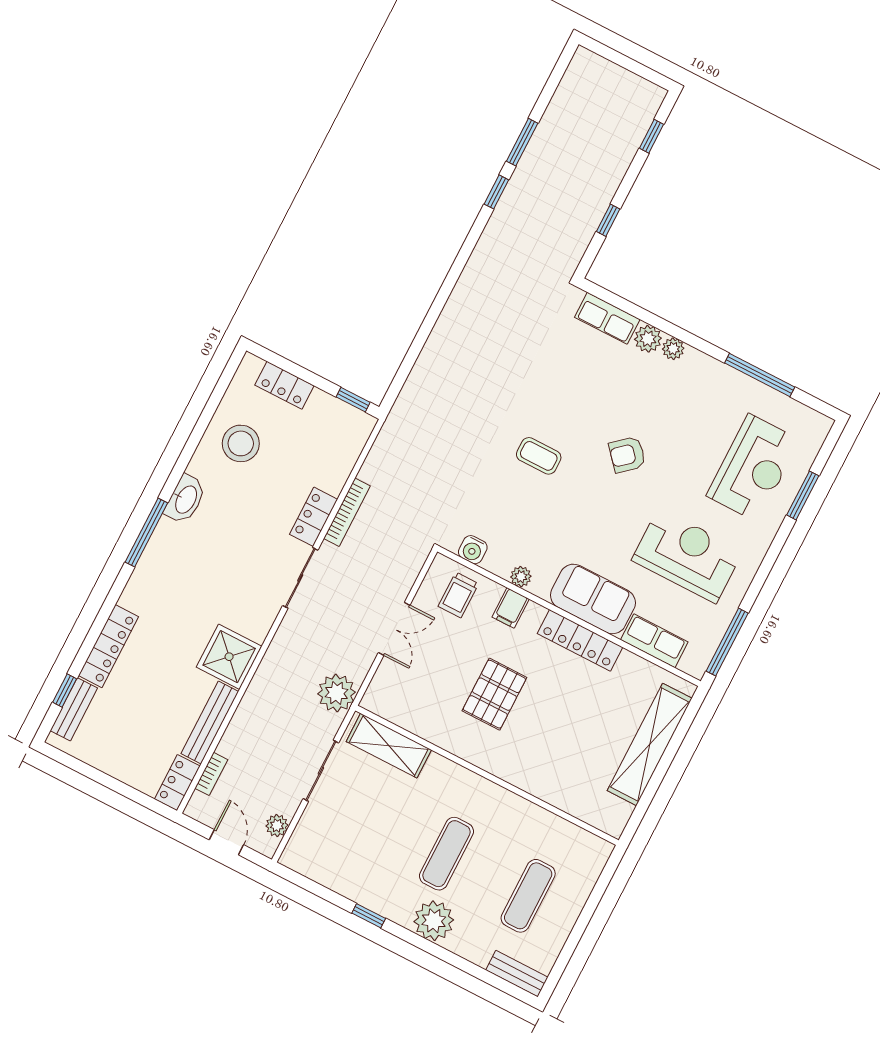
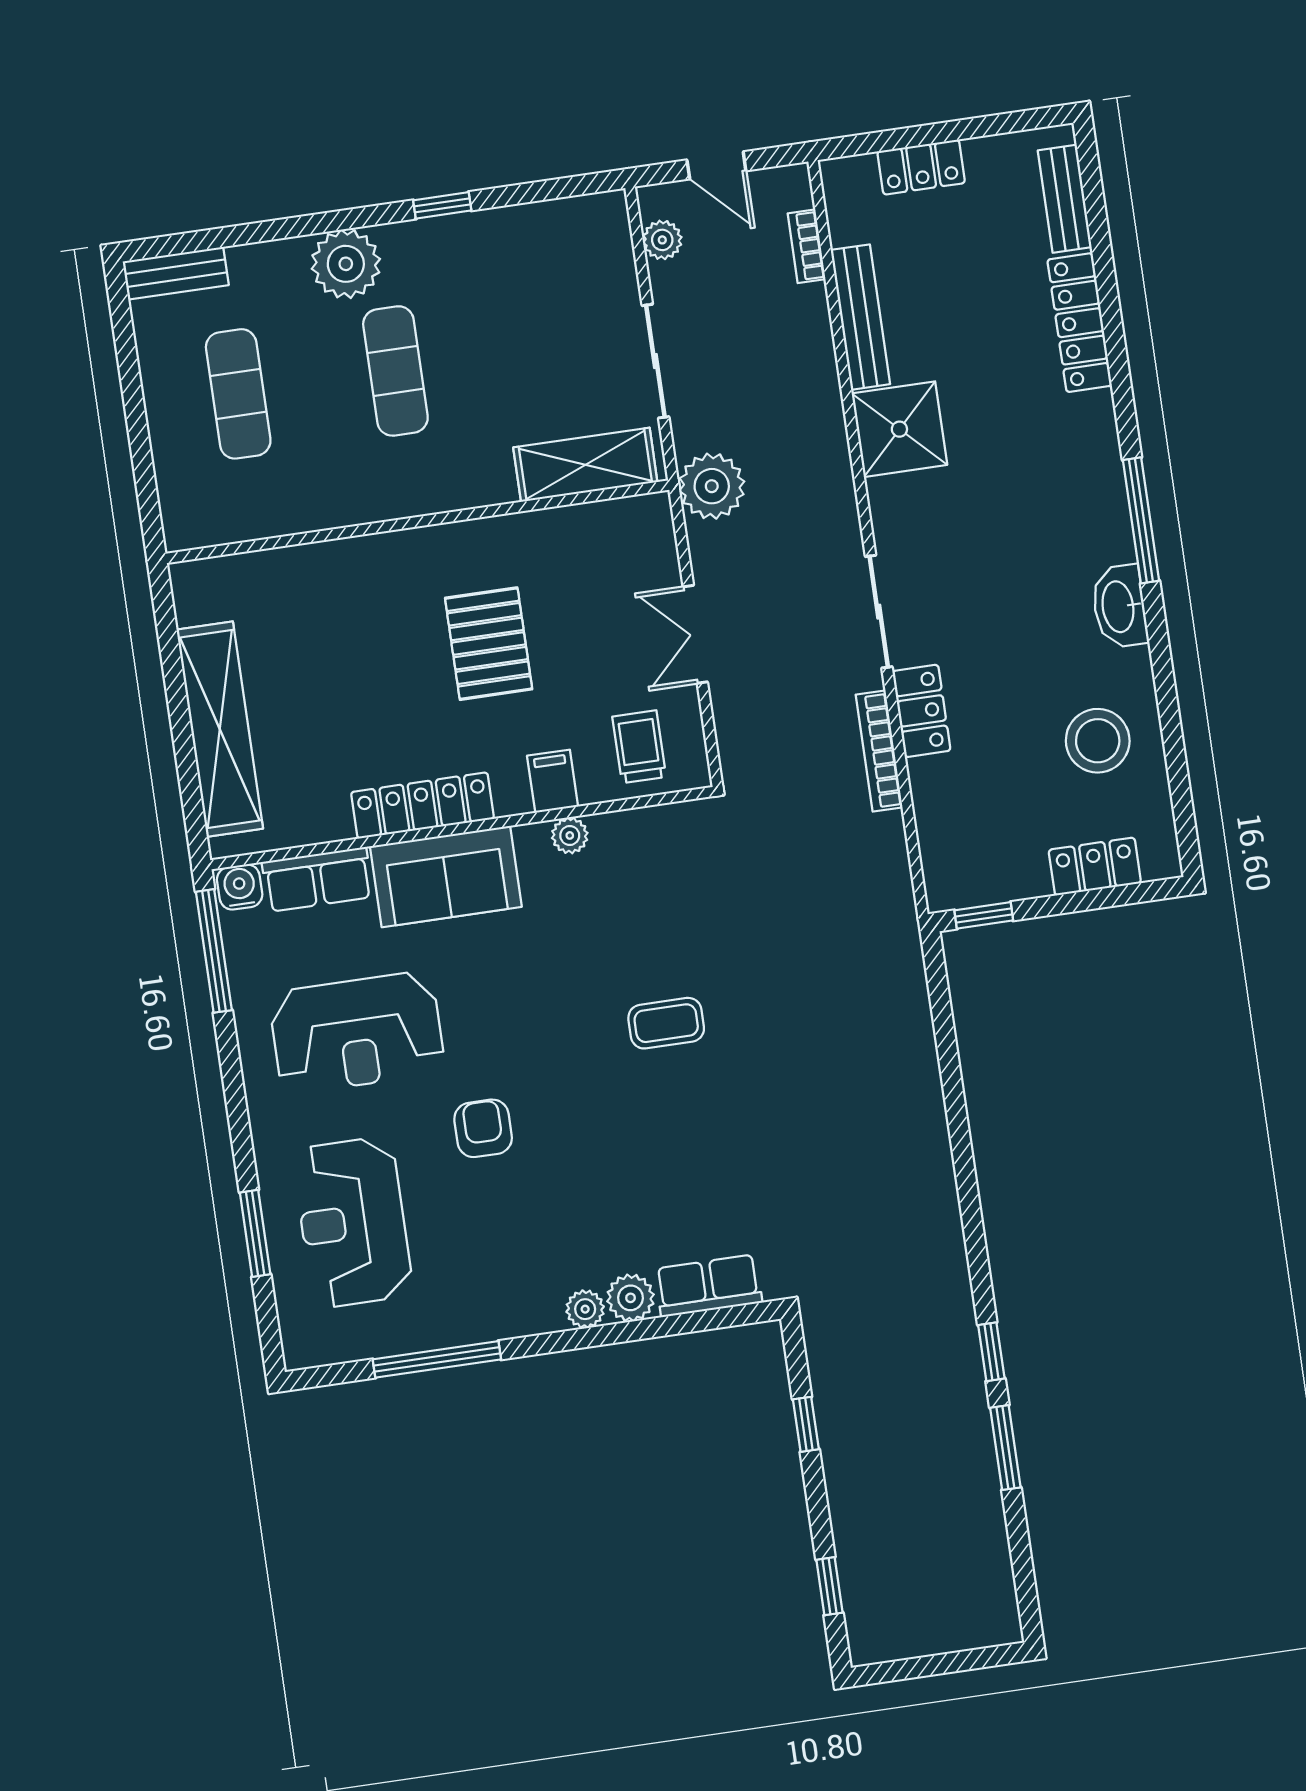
armchair: (627, 455) -> (483, 1128), moved, turned -49
water cooler: (473, 550) -> (240, 887), moved
window: (65, 691) -> (1097, 216), removed
locker: (177, 783) -> (921, 167), moved, turned 90

